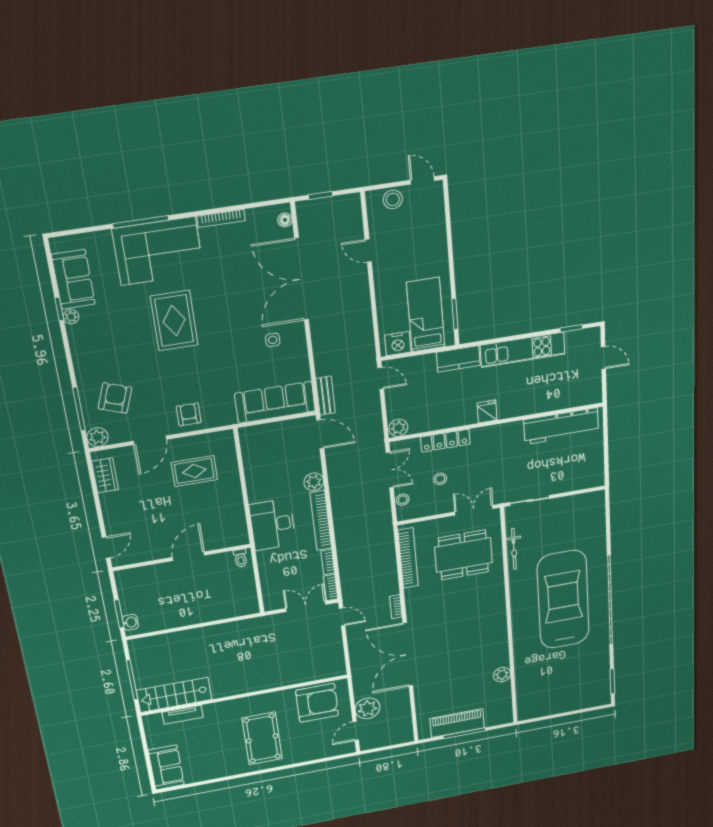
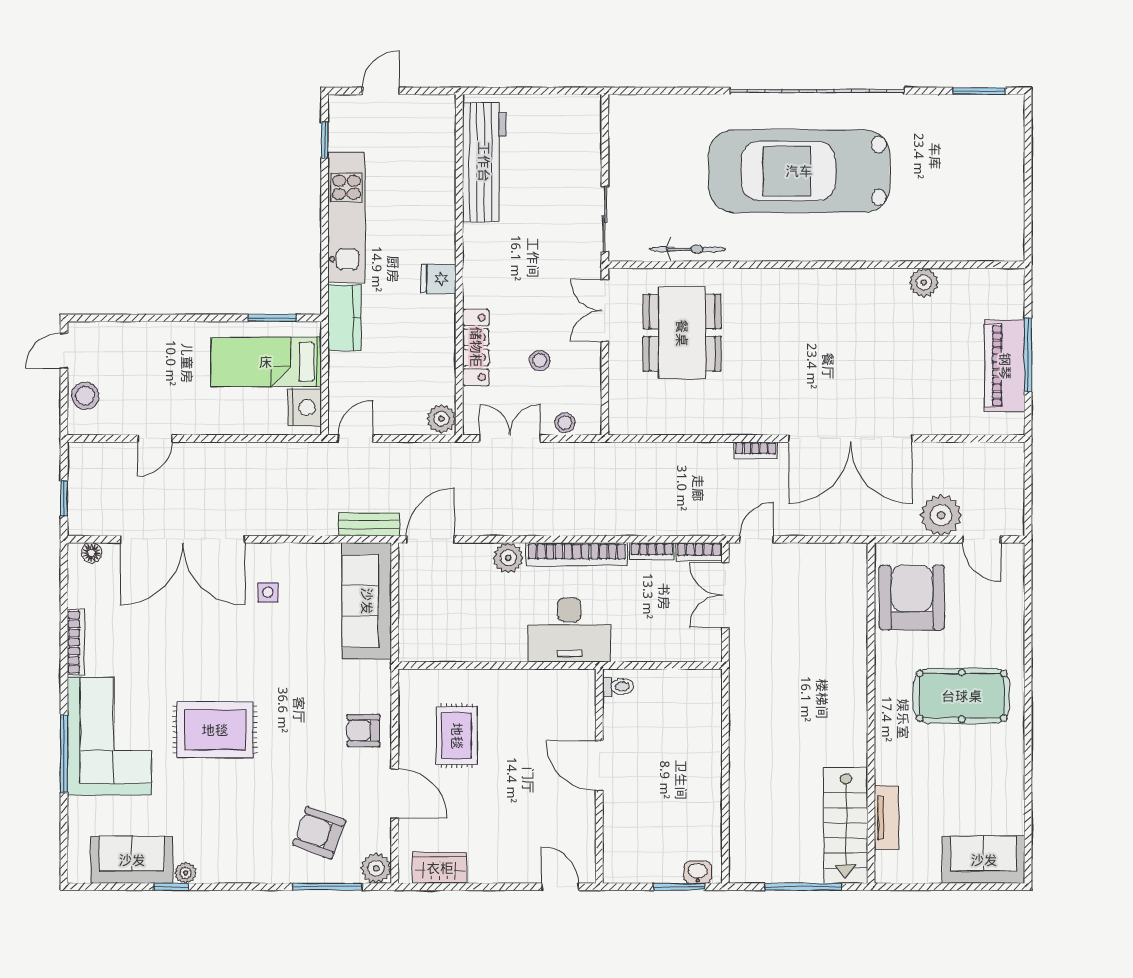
bookcase: (408, 558) -> (670, 423), removed

